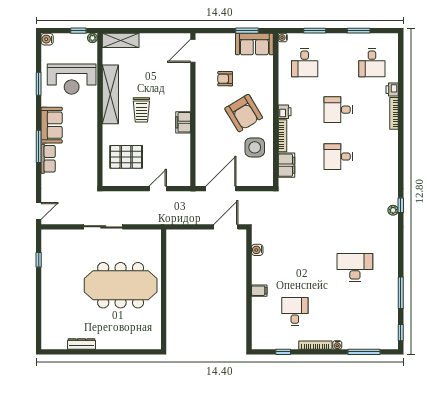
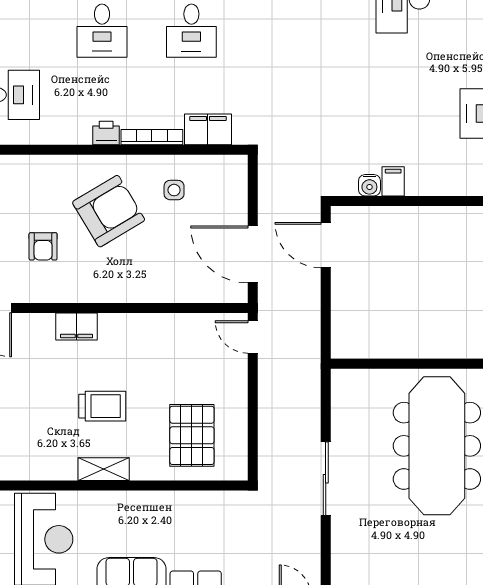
shelving: (110, 94) -> (104, 469), width x0.45, depth x0.75
filing cabinet: (183, 122) -> (77, 326), moved
side table: (255, 147) -> (174, 190), width x0.54, depth x0.54
door: (158, 189) -> (253, 337), moved
filing cabinet: (259, 291) -> (393, 181), moved

